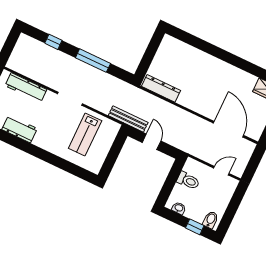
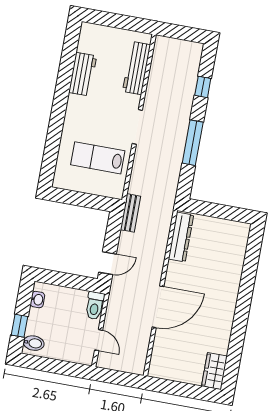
bench: (128, 119) -> (130, 213), width x0.73
door: (228, 129) -> (158, 307), moved
door: (152, 142) -> (108, 263), moved
toilet: (188, 181) -> (95, 306), moved

